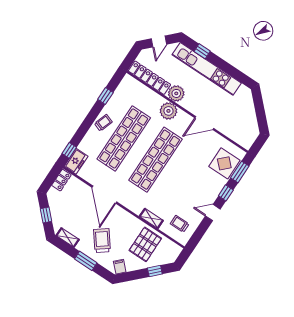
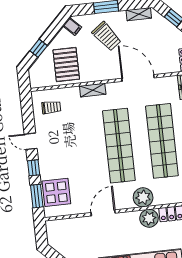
door: (213, 213) -> (31, 141), swing flipped
shelving: (151, 218) -> (93, 90), moved

